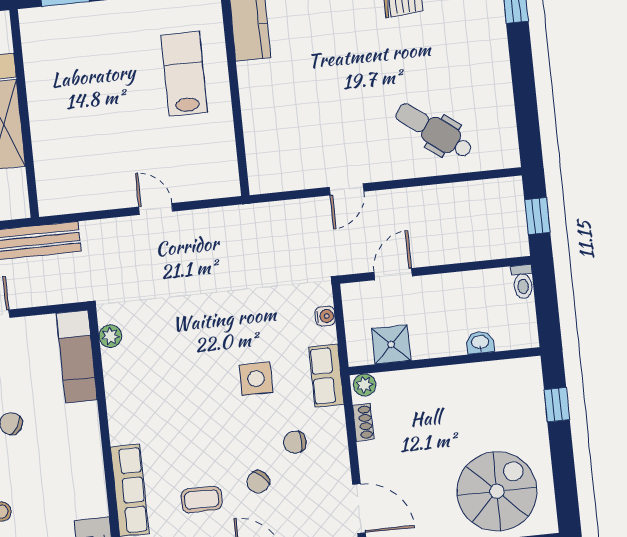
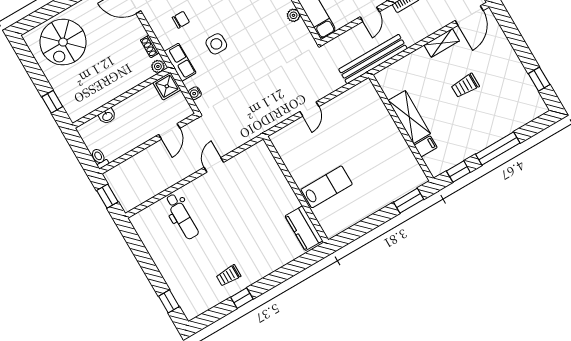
lab bench: (184, 74) -> (327, 187), turned -90
dental chair: (434, 131) -> (182, 216), turned 53
door: (156, 209) -> (309, 109), hinge flipped
plant: (110, 336) -> (293, 15), moved
shower: (391, 344) -> (167, 86), moved

